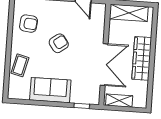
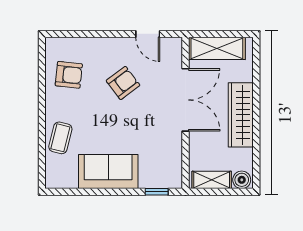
armchair: (59, 43) -> (123, 83), moved
double door: (104, 65) -> (185, 100), moved
boiler: (139, 102) -> (242, 180), added

